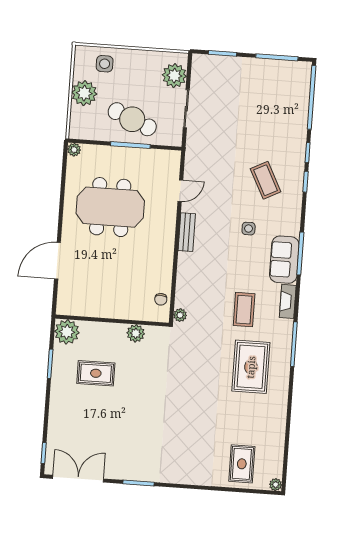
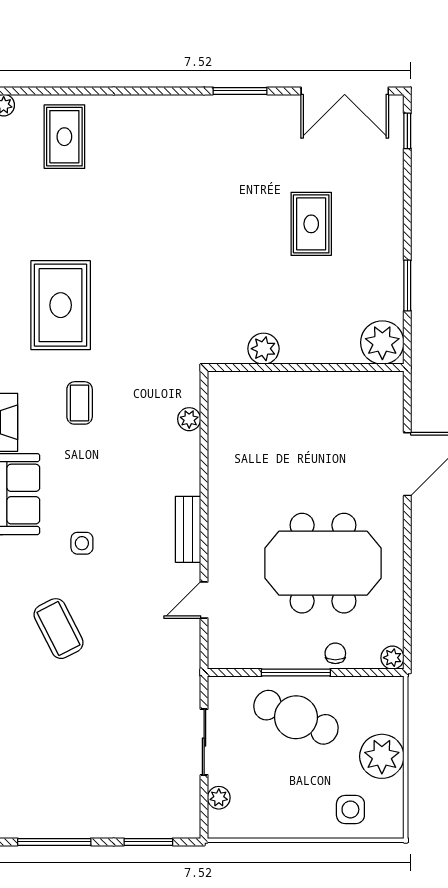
plant: (174, 76) -> (219, 798), width x0.53, depth x0.53
chair: (161, 299) -> (335, 653), moved
coffee table: (244, 310) -> (80, 403), width x0.73, depth x0.77
plant: (180, 315) -> (189, 419), moved
rug: (96, 373) -> (311, 224), moved, turned 90

